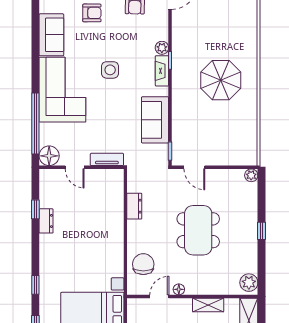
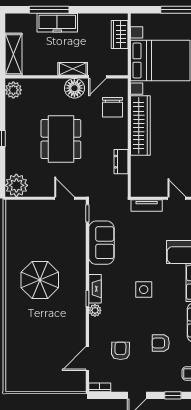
plant: (251, 175) -> (16, 185), width x1.87, depth x1.87
wardrobe: (114, 245) -> (140, 126), added
floor lamp: (179, 289) -> (74, 88), width x1.89, depth x1.89
shelving: (208, 305) -> (73, 69), moved

